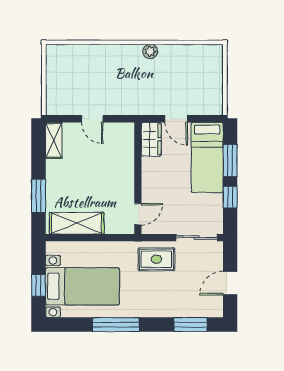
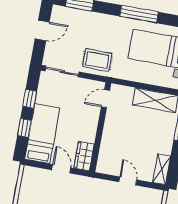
window: (230, 160) -> (24, 128), width x0.67

